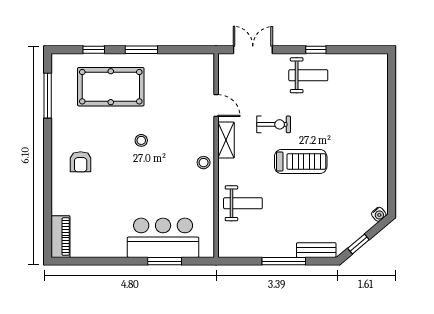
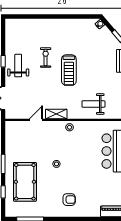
exercise bike: (274, 124) -> (46, 57), moved
treadmill: (301, 162) -> (69, 70), turned 180
weight bench: (243, 203) -> (93, 104), turned -90

